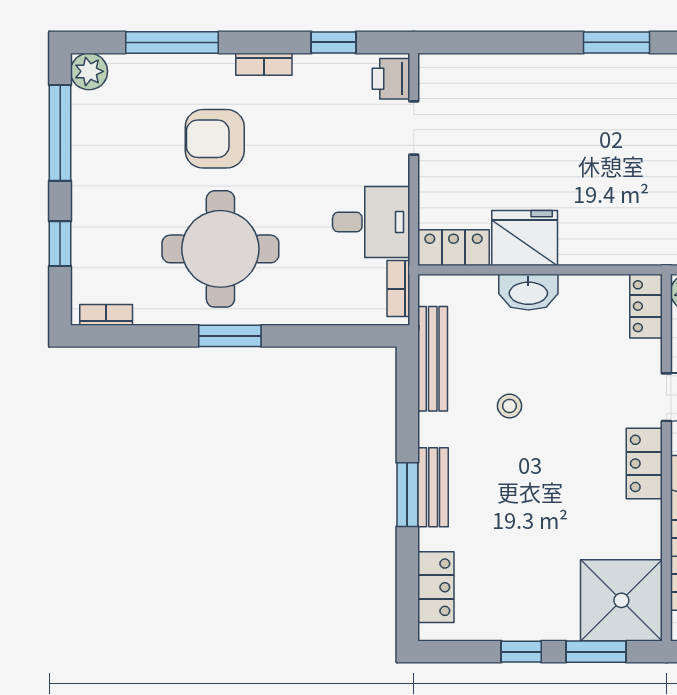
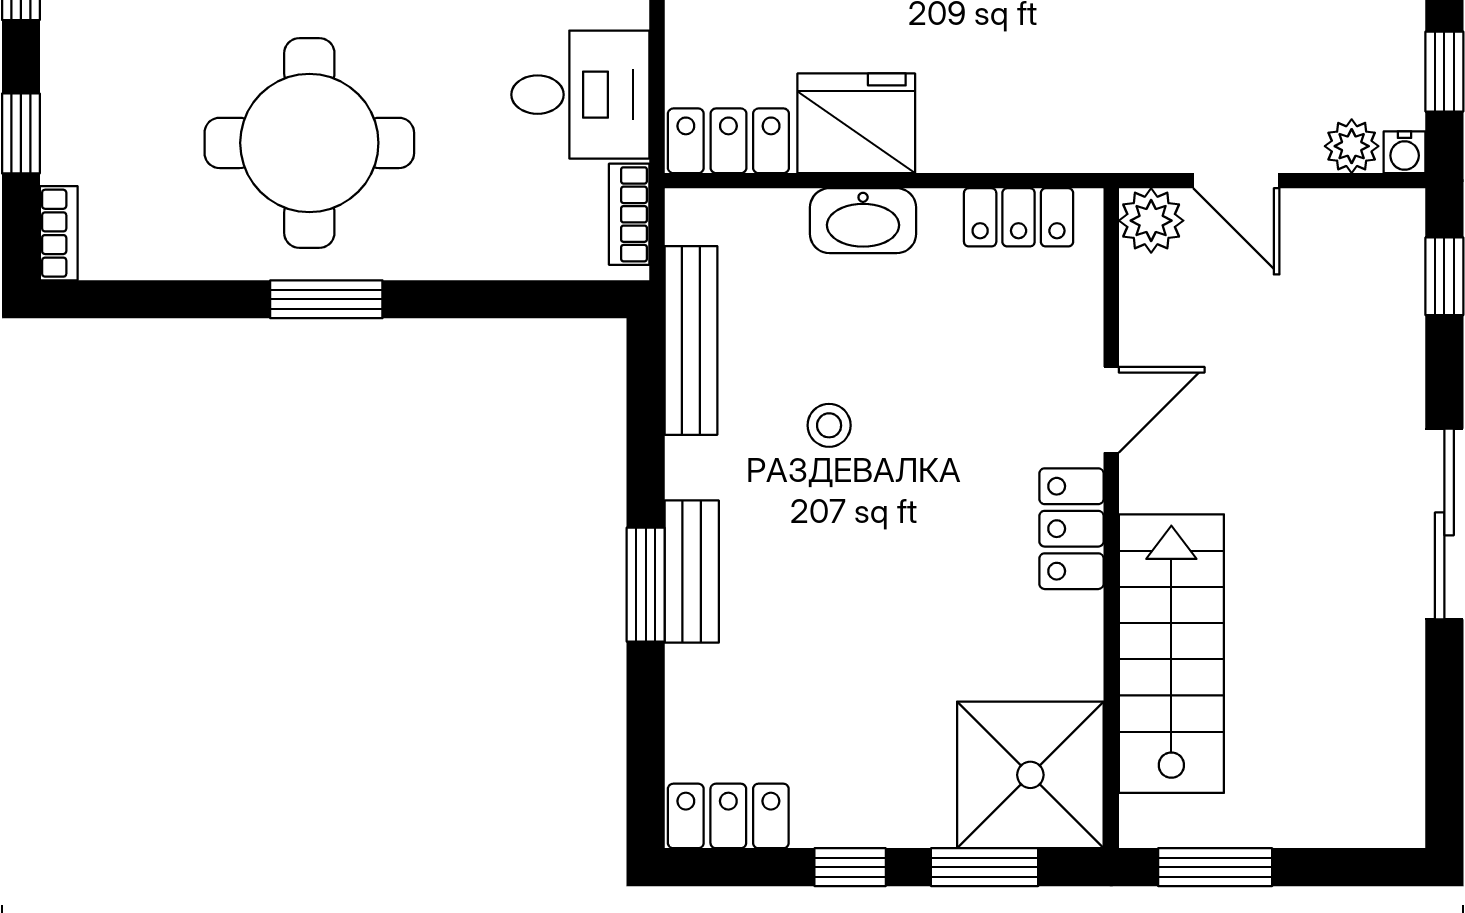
locker: (646, 306) -> (1019, 217), moved, turned -90
bookcase: (106, 315) -> (59, 233), moved, turned 90
locker: (436, 587) -> (728, 816), moved, turned -90

